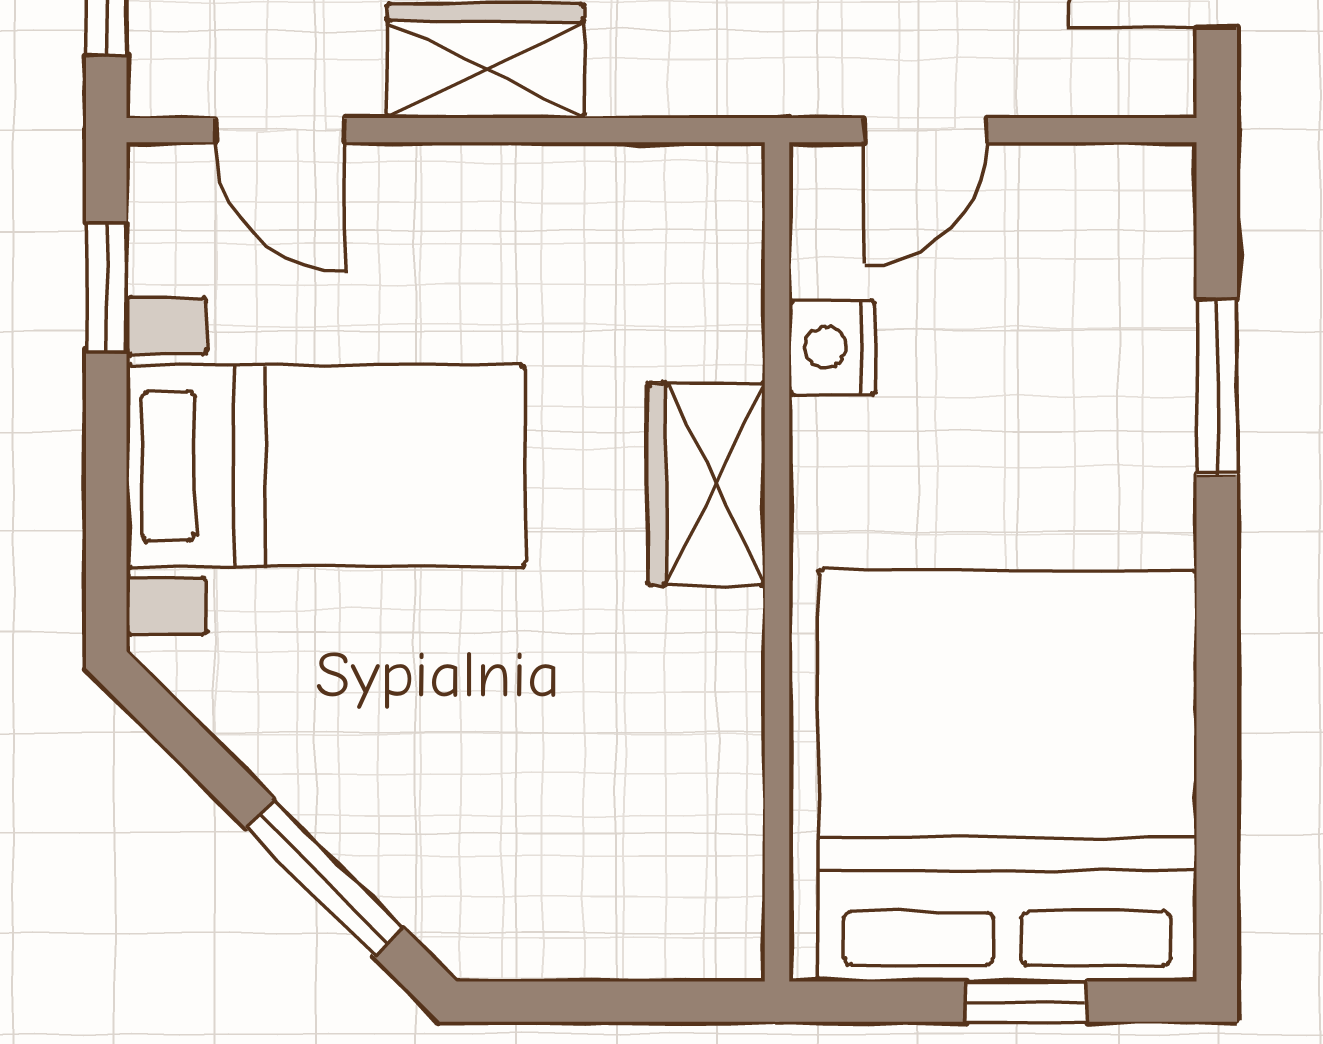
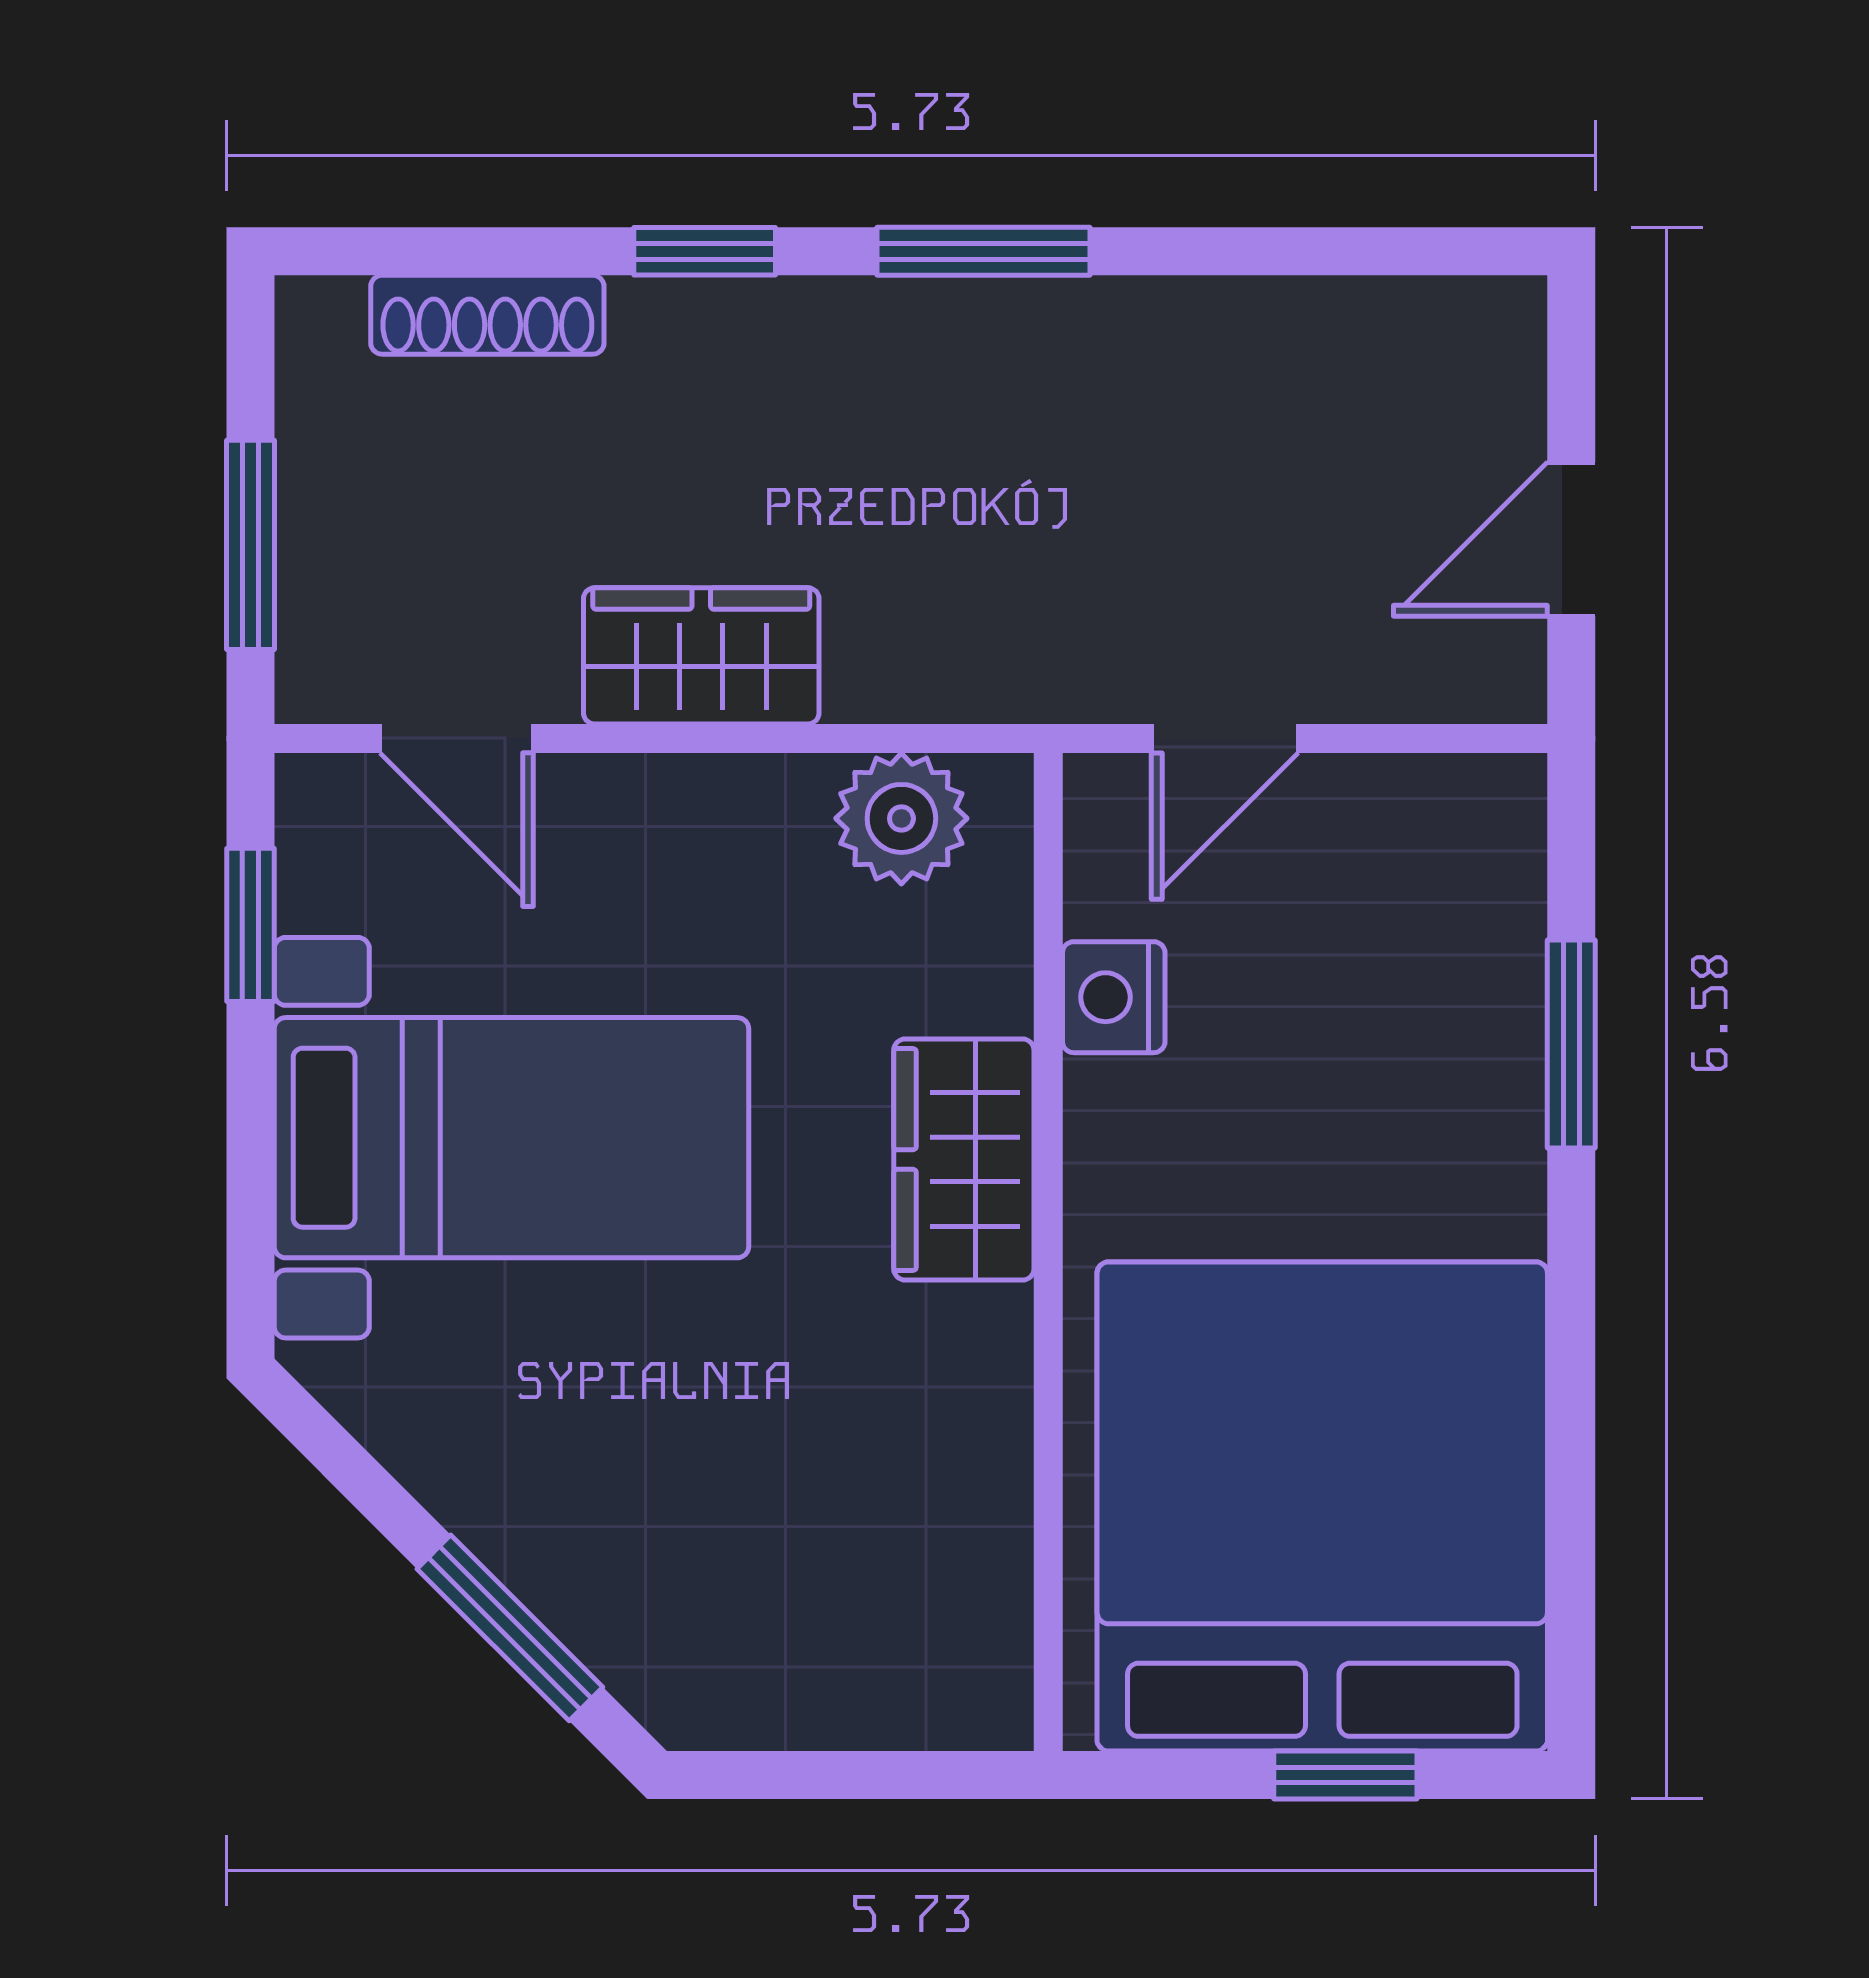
plant: (654, 197) -> (901, 818), added

